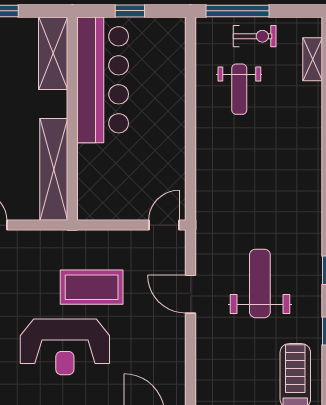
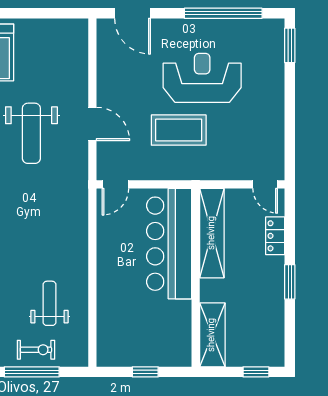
window: (237, 11) -> (32, 372), moved
exercise bike: (255, 36) -> (36, 350), turned 180
bar counter: (103, 80) -> (169, 244), moved

